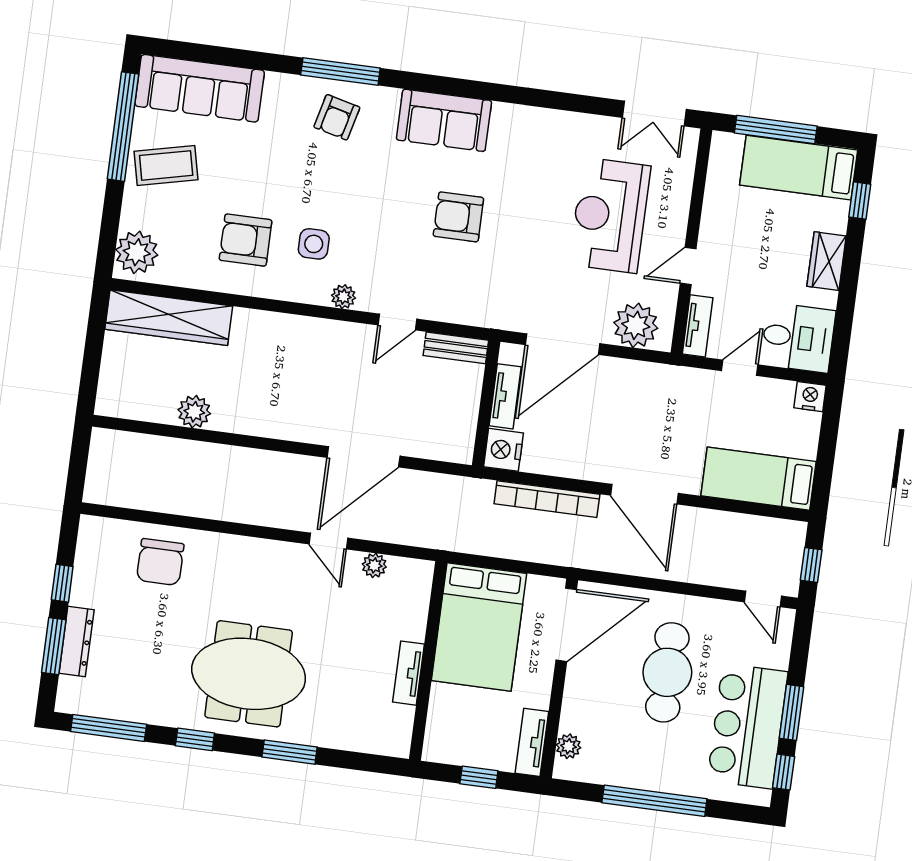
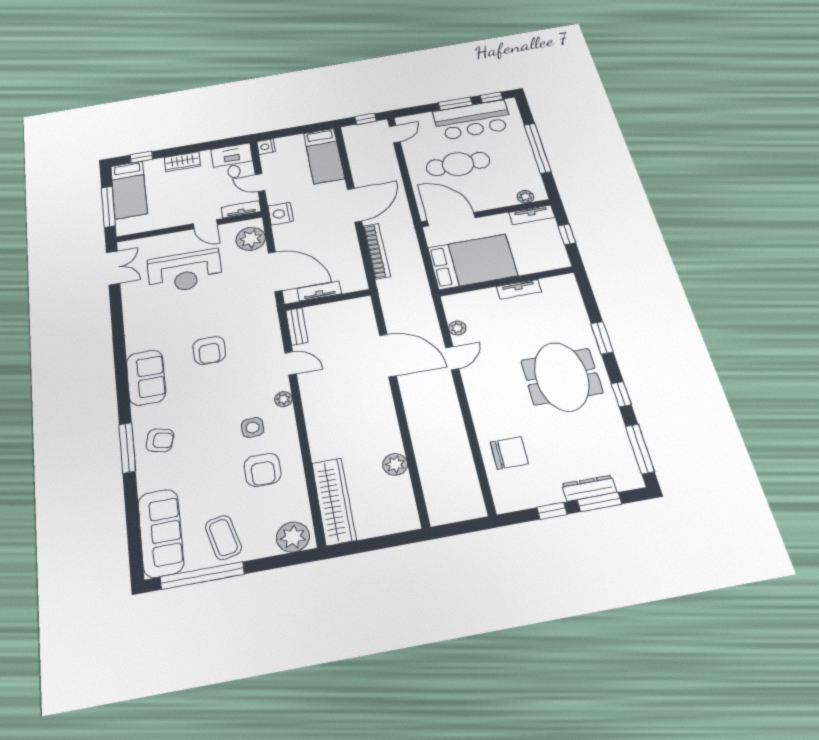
nightstand: (503, 450) -> (281, 214), moved, turned 90

